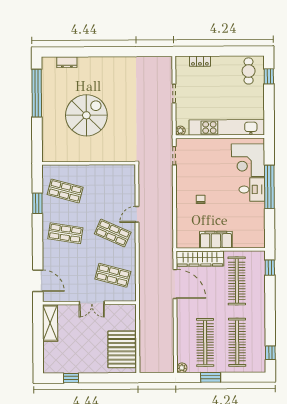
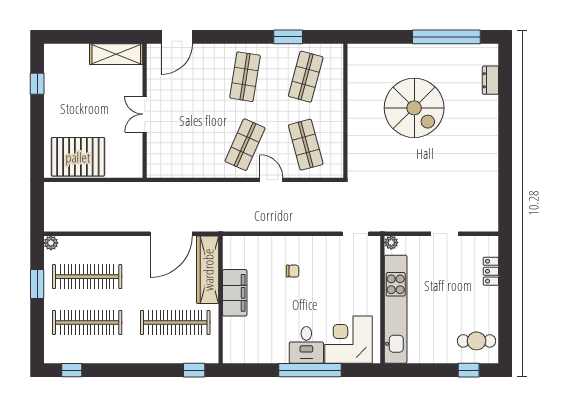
shop shelf: (113, 275) -> (306, 145), moved, turned -30

